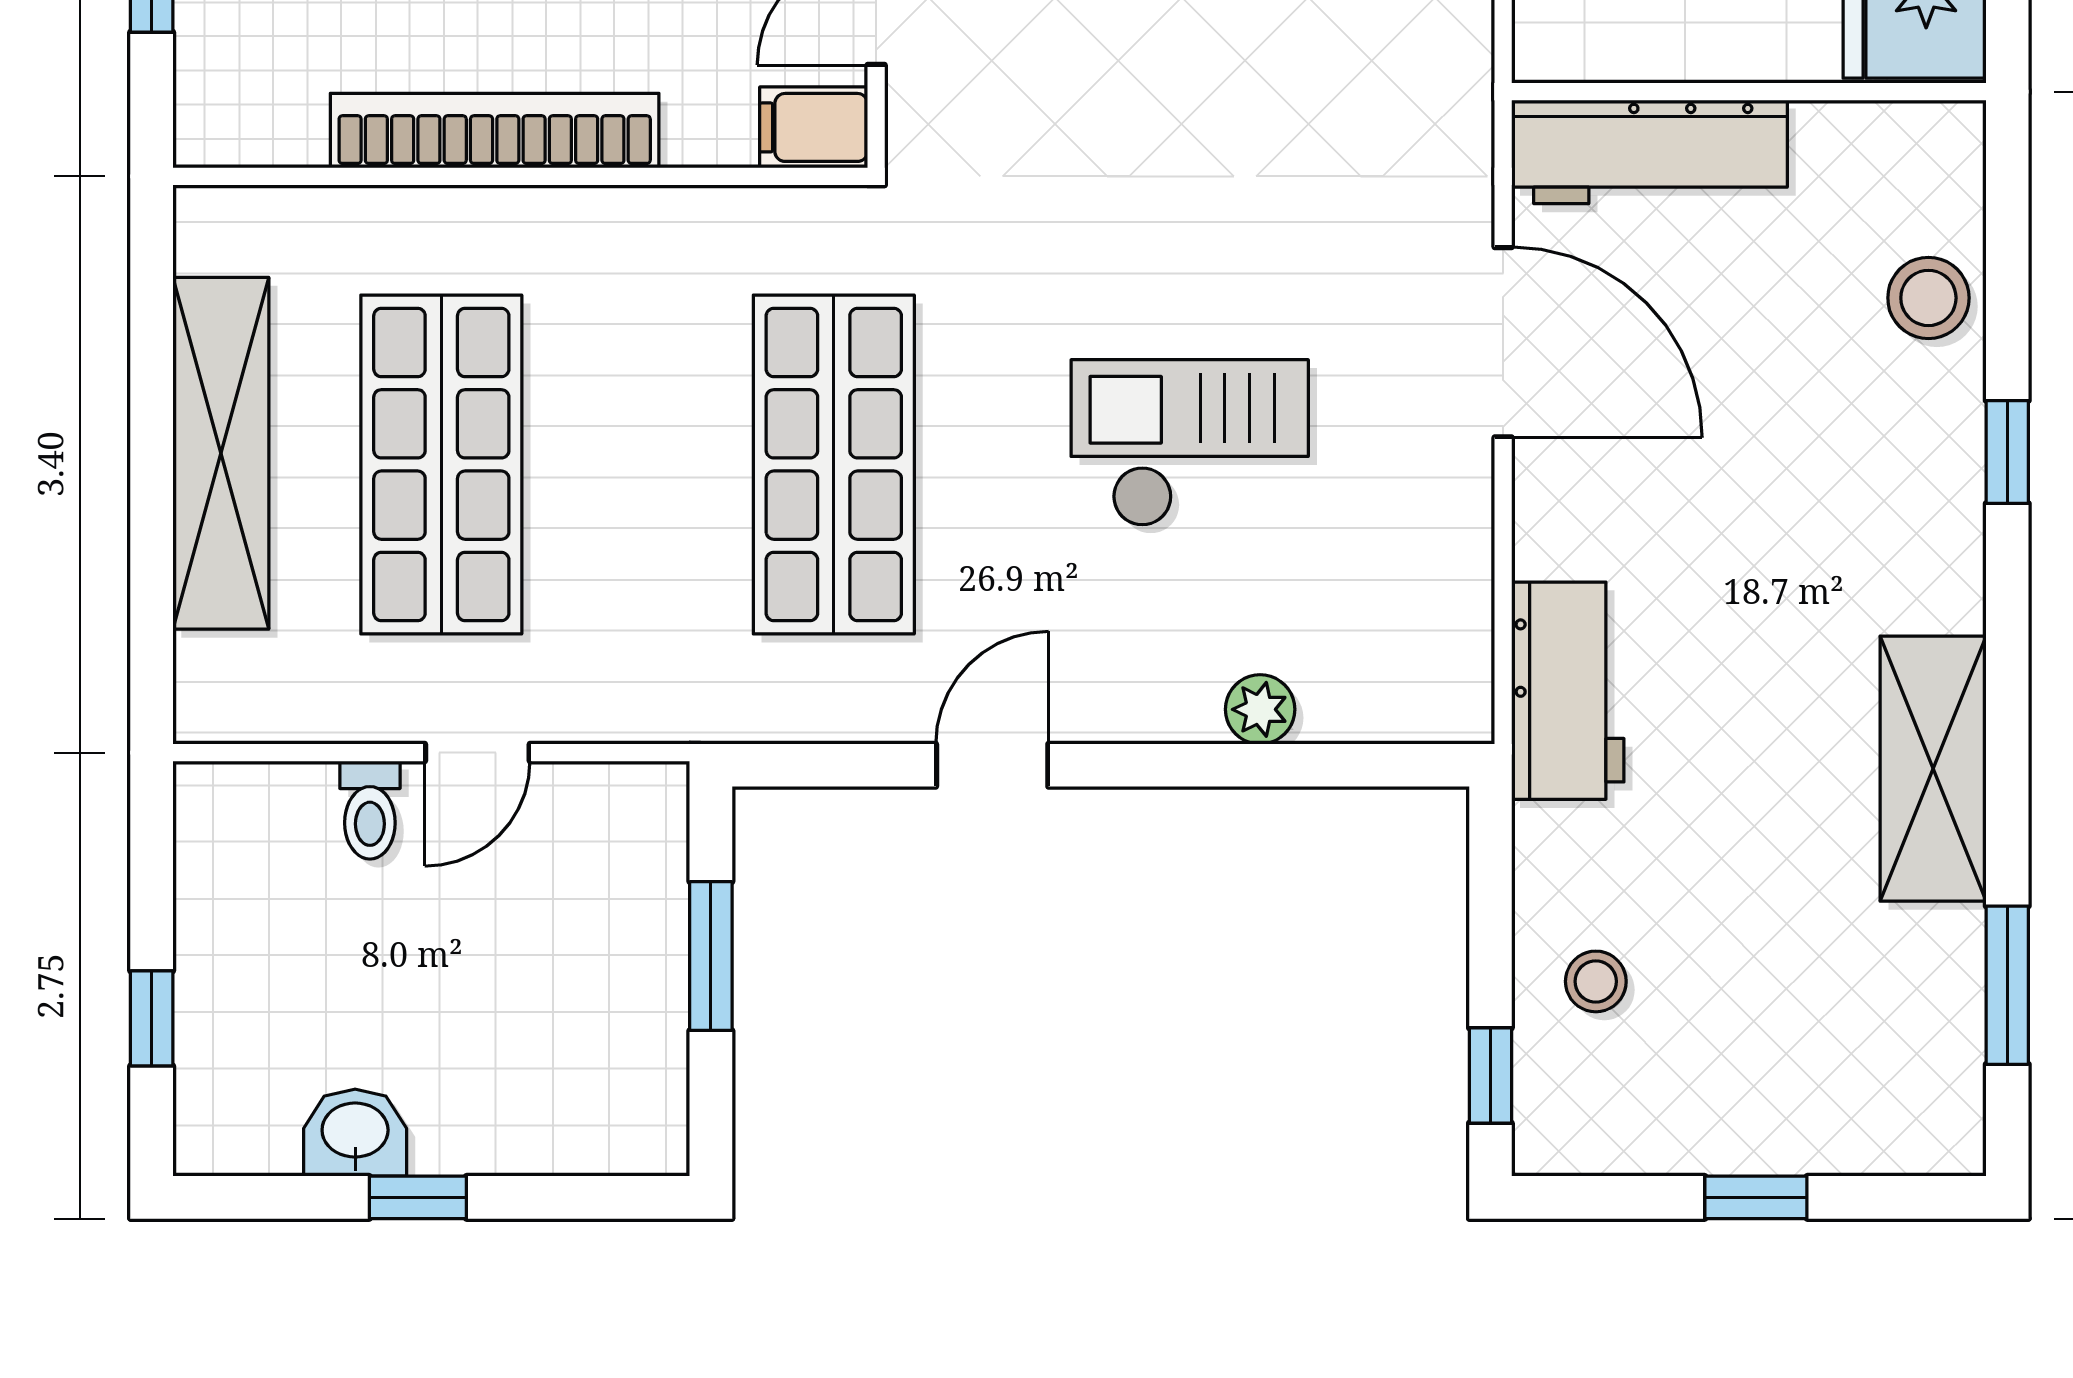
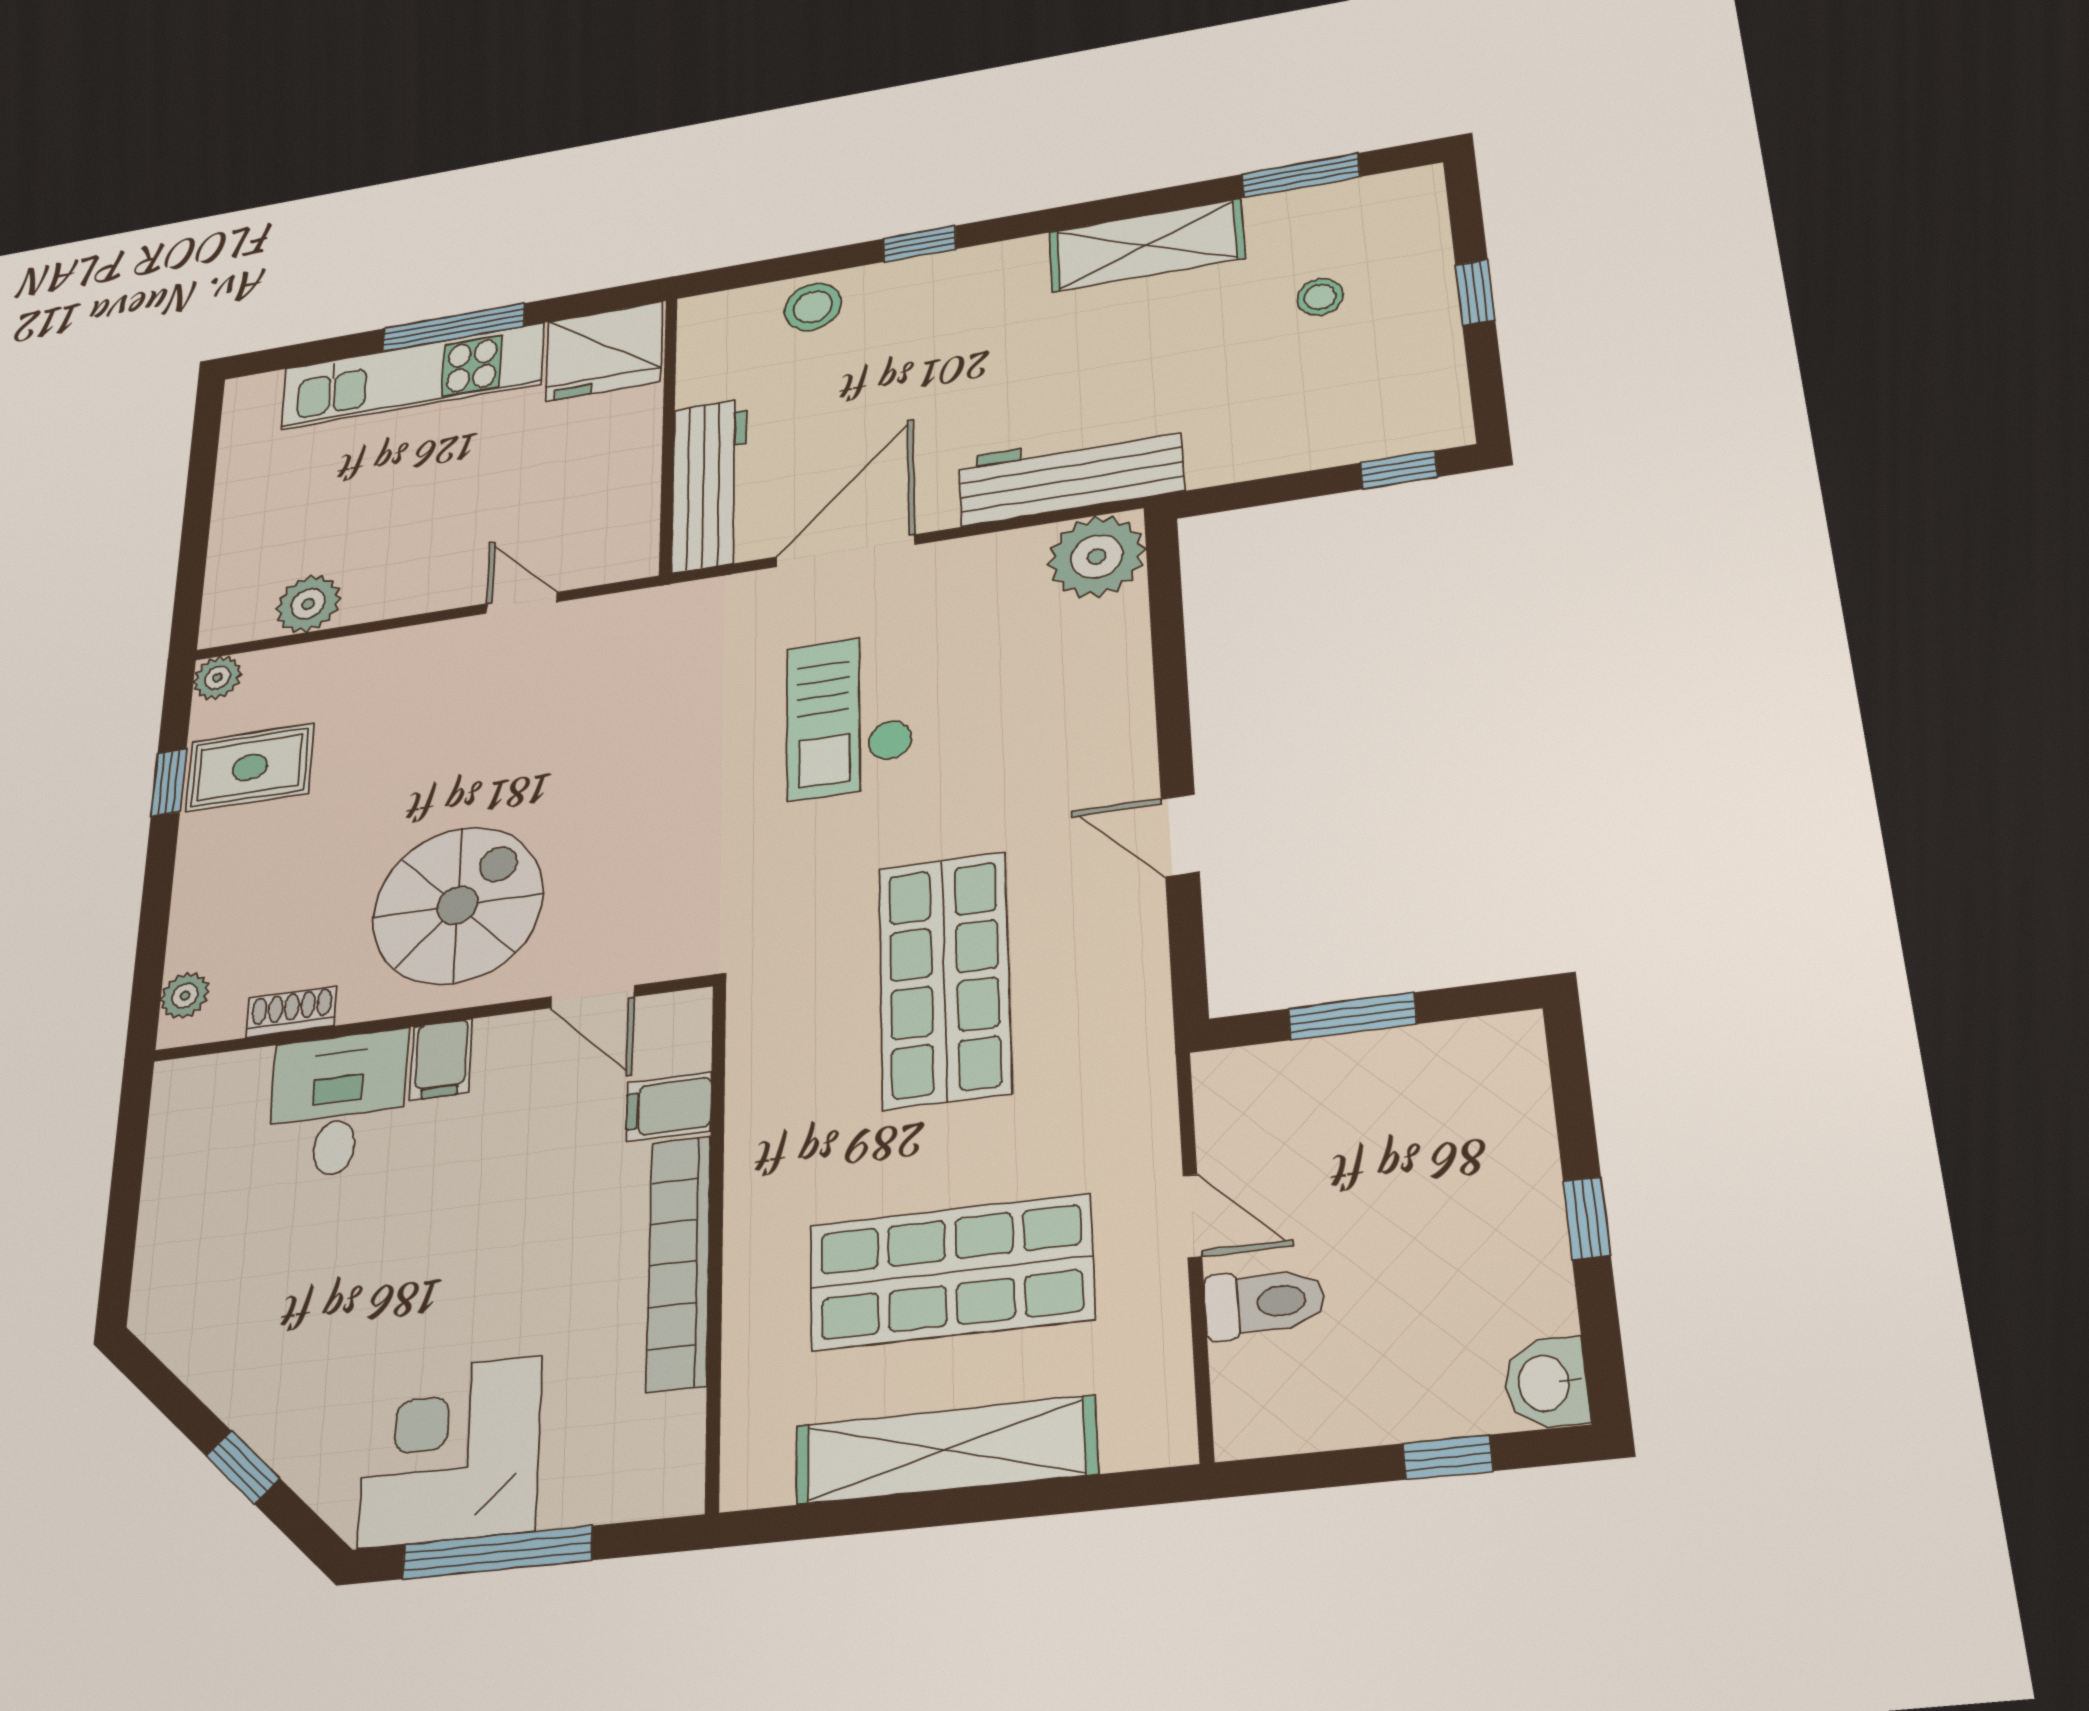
filing cabinet: (814, 127) -> (669, 1107), moved, turned 90
checkout: (1190, 443) -> (849, 715), moved
shop shelf: (834, 464) -> (945, 979), turned 90
workbench: (1568, 691) -> (1071, 475), width x1.37
plant: (1260, 709) -> (1097, 557), moved, width x1.88, depth x1.88
toilet: (370, 810) -> (1264, 1303), width x1.37, depth x1.39
stool: (1596, 981) -> (1320, 297), moved
washbasin: (355, 1133) -> (1546, 1383), moved

